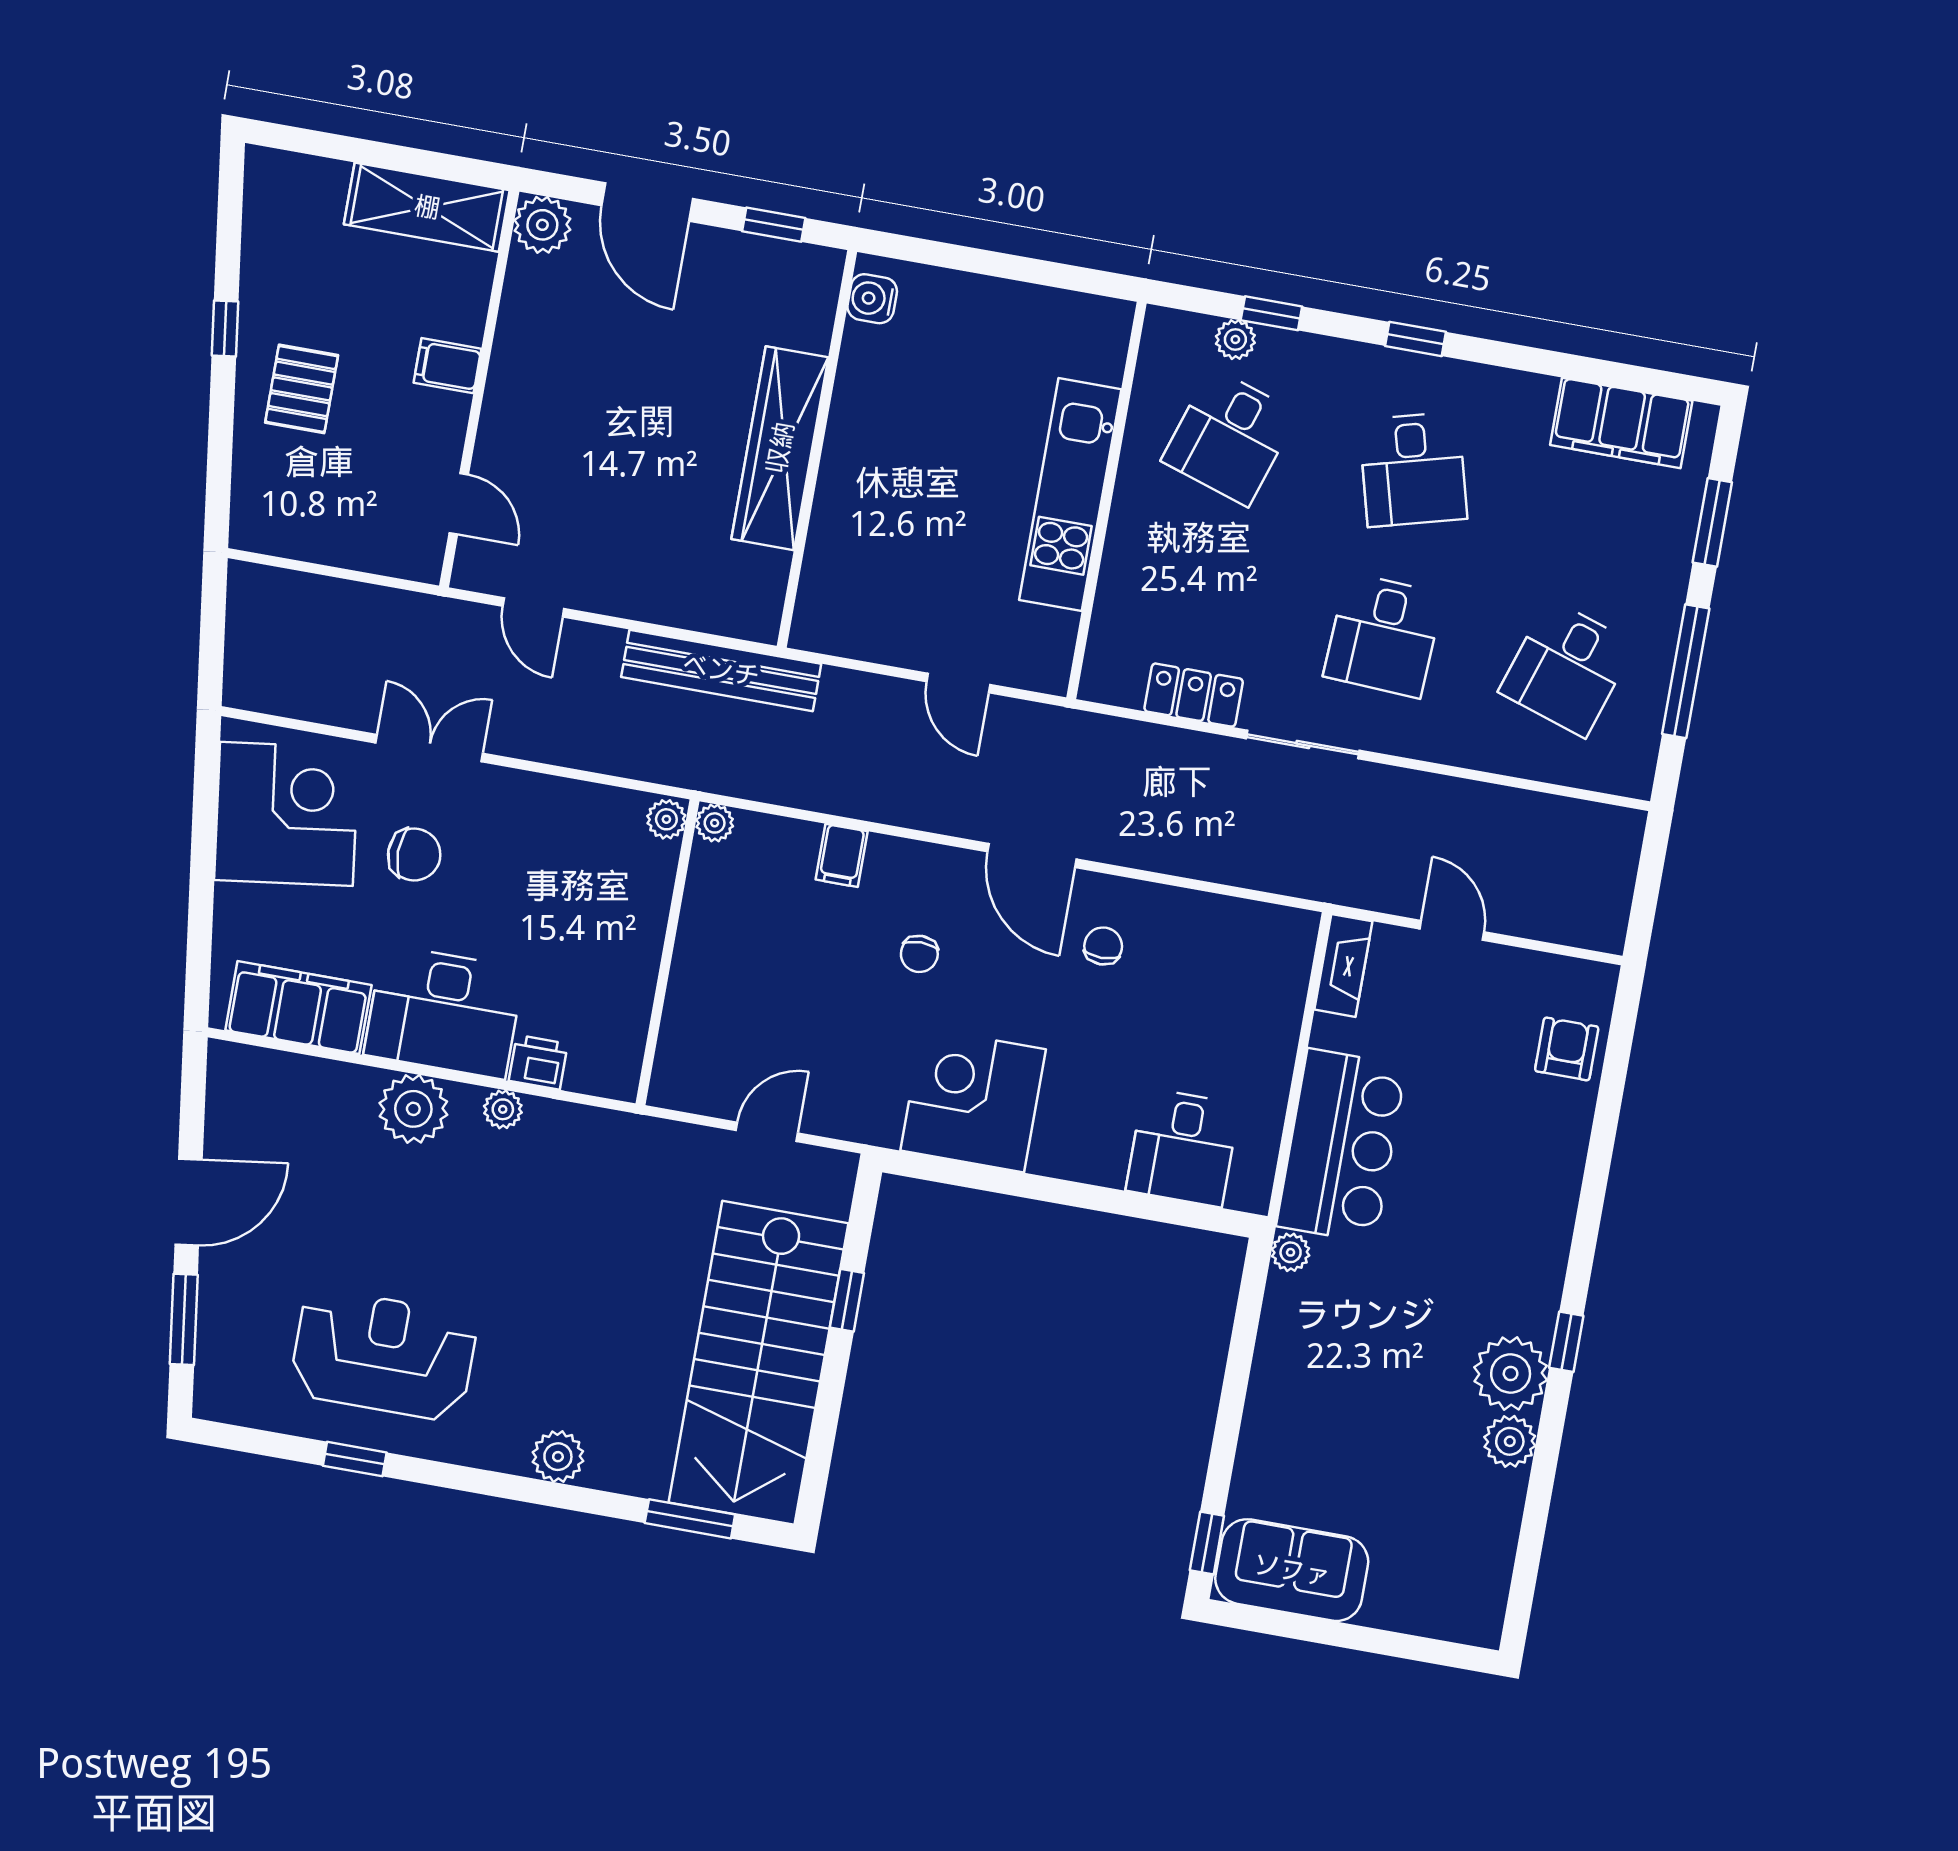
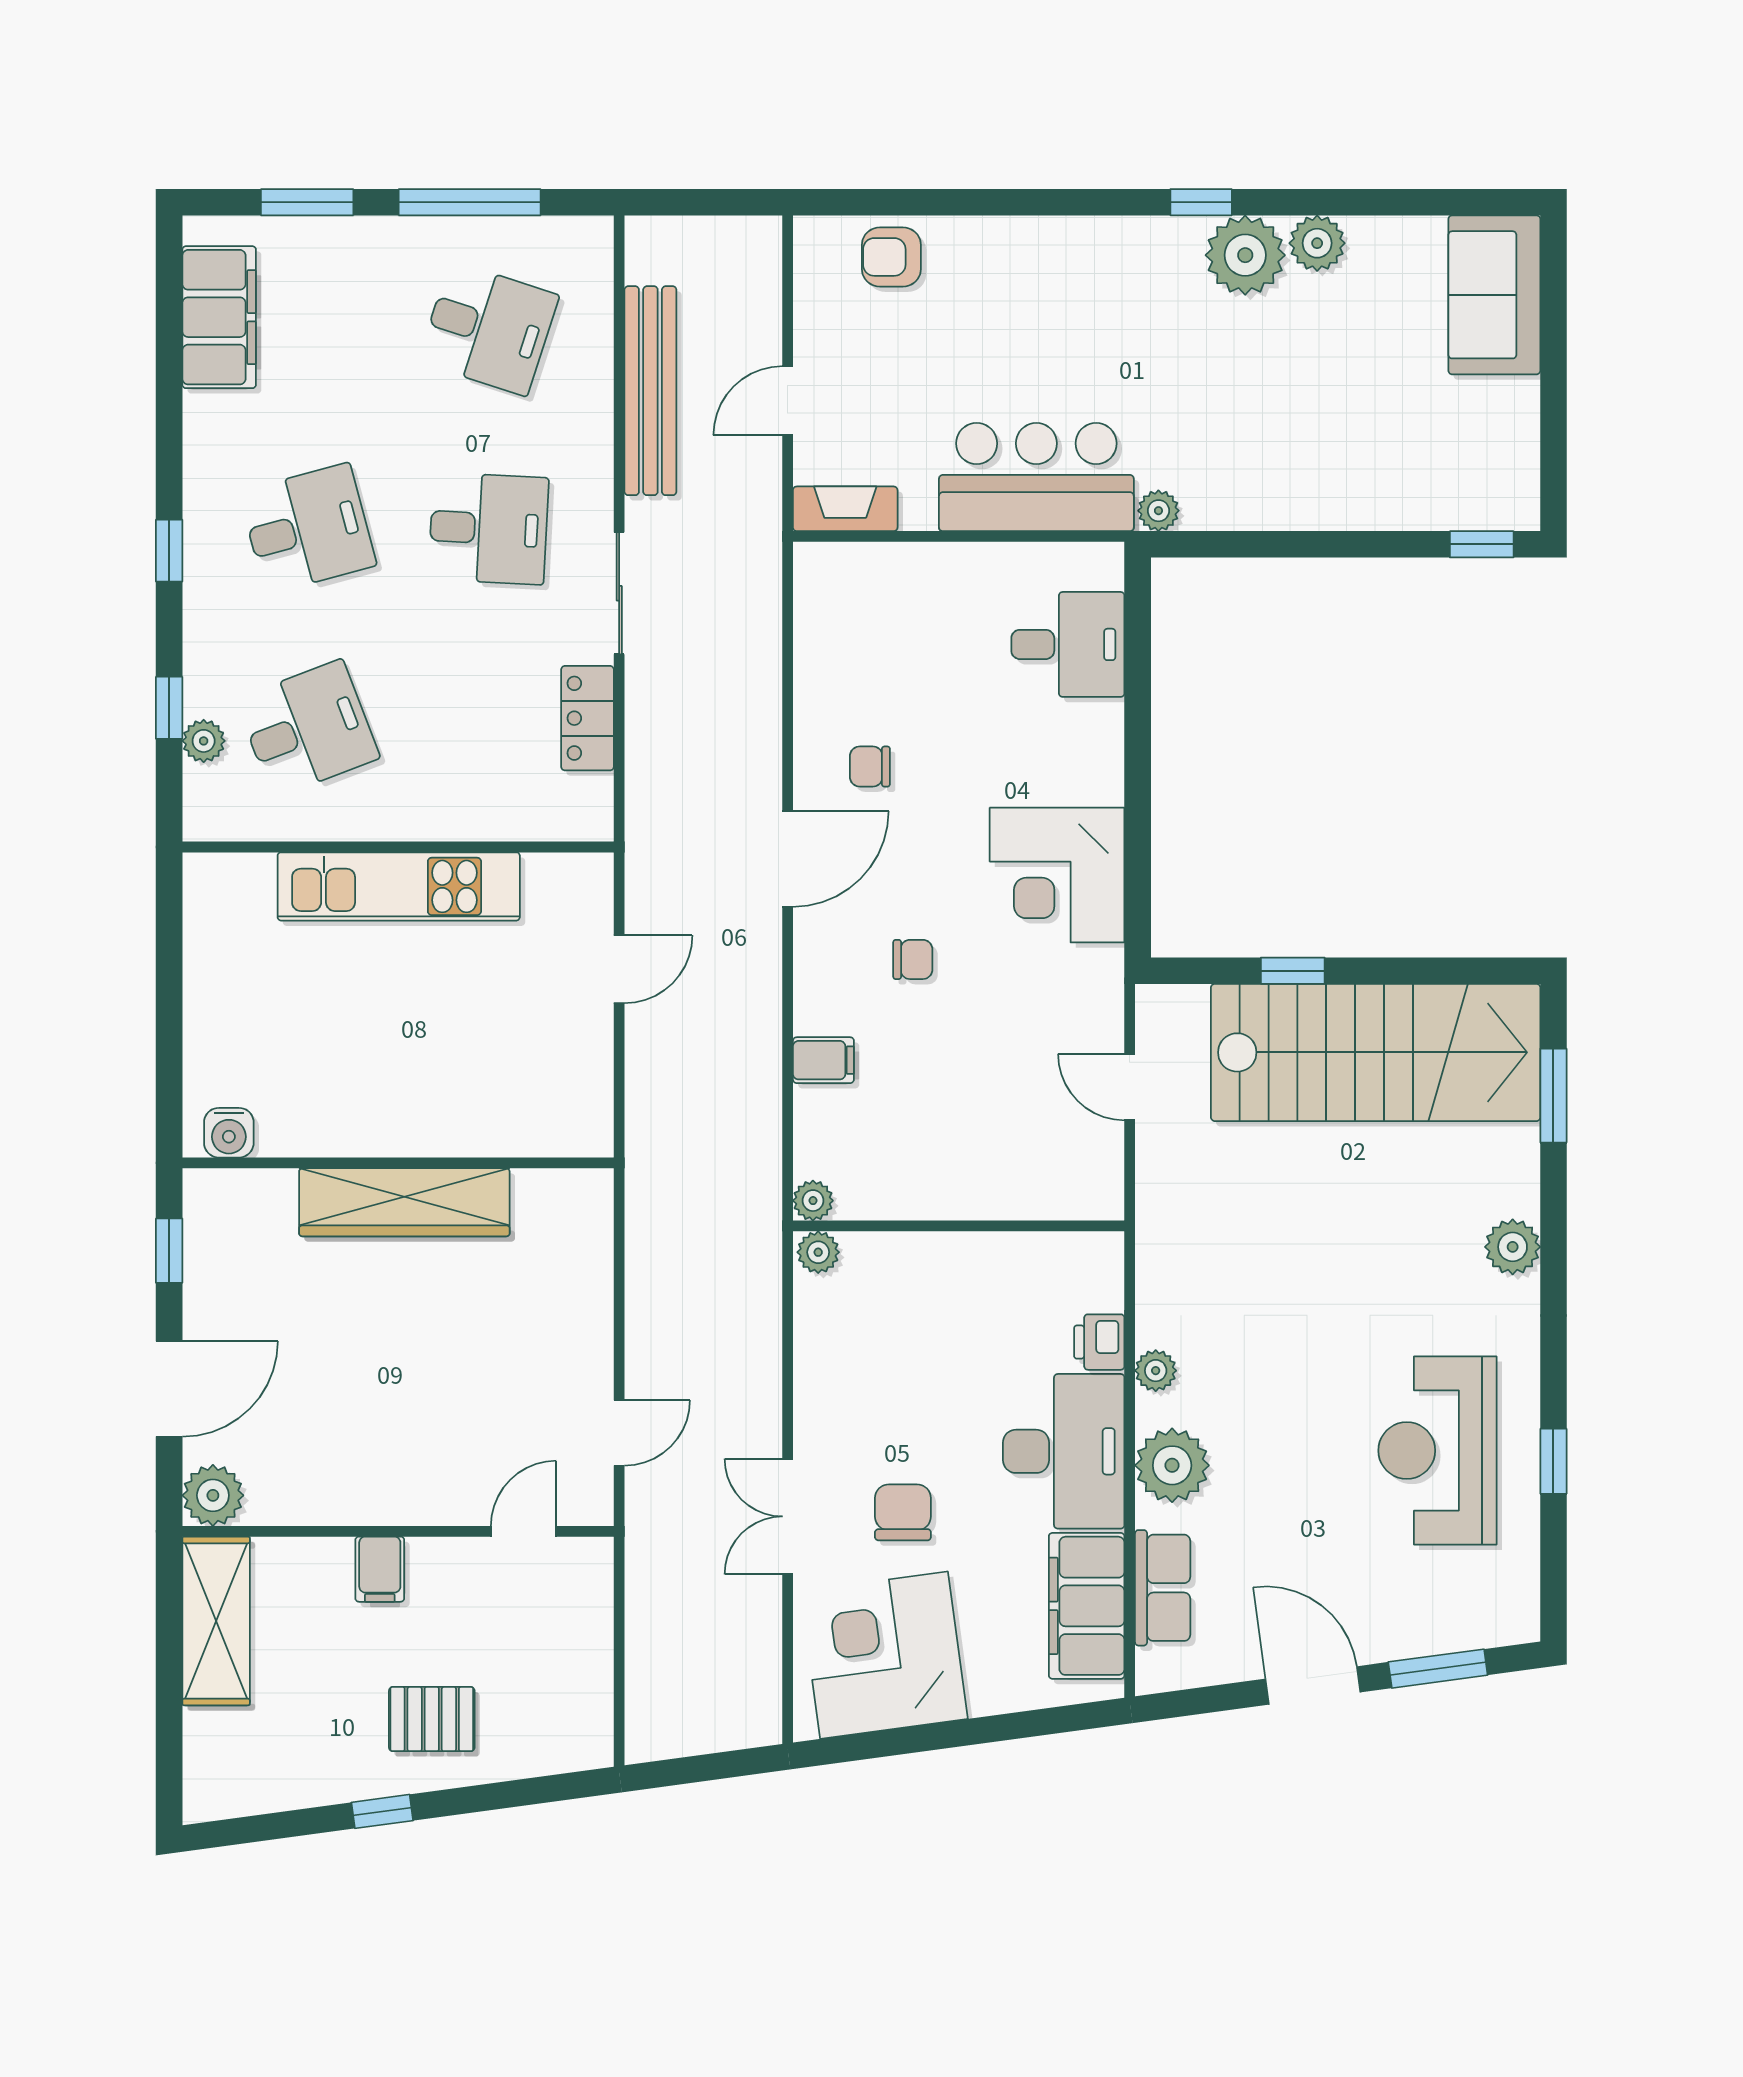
desk: (1230, 437) -> (308, 729), turned -39
bench: (721, 670) -> (650, 391), moved
row of seats: (303, 1080) -> (1163, 1588), added
sofa: (1292, 1570) -> (1494, 295), moved

